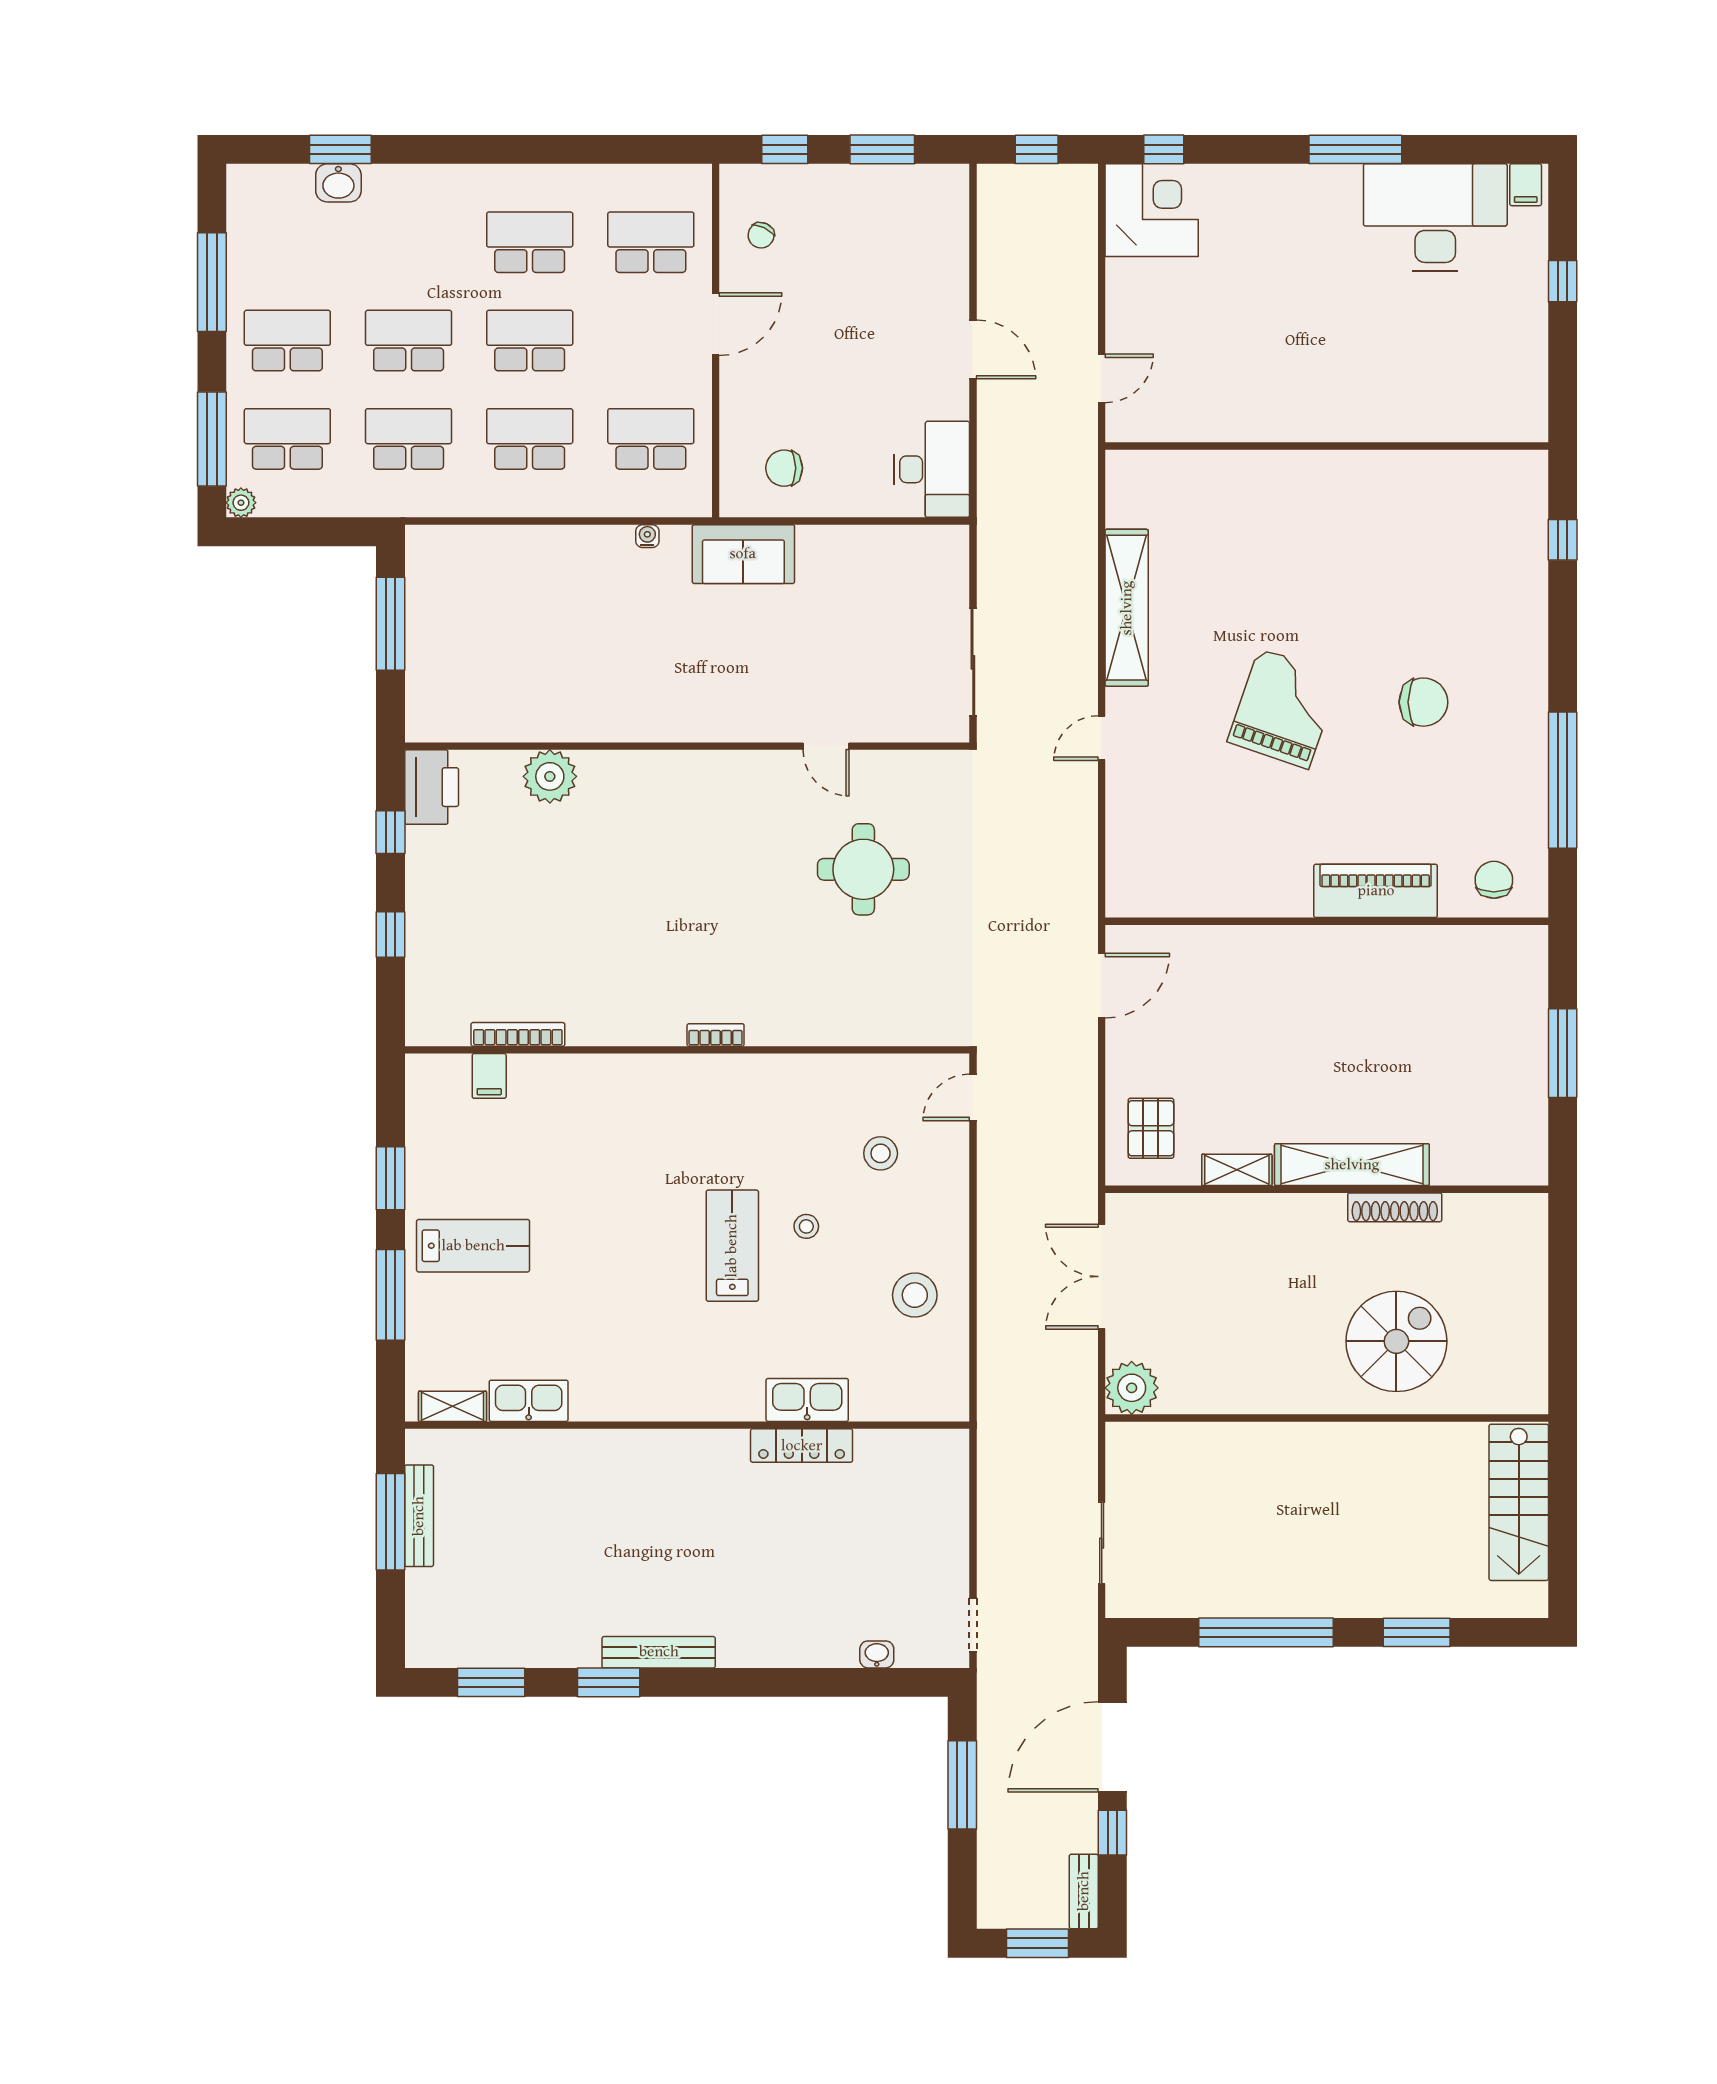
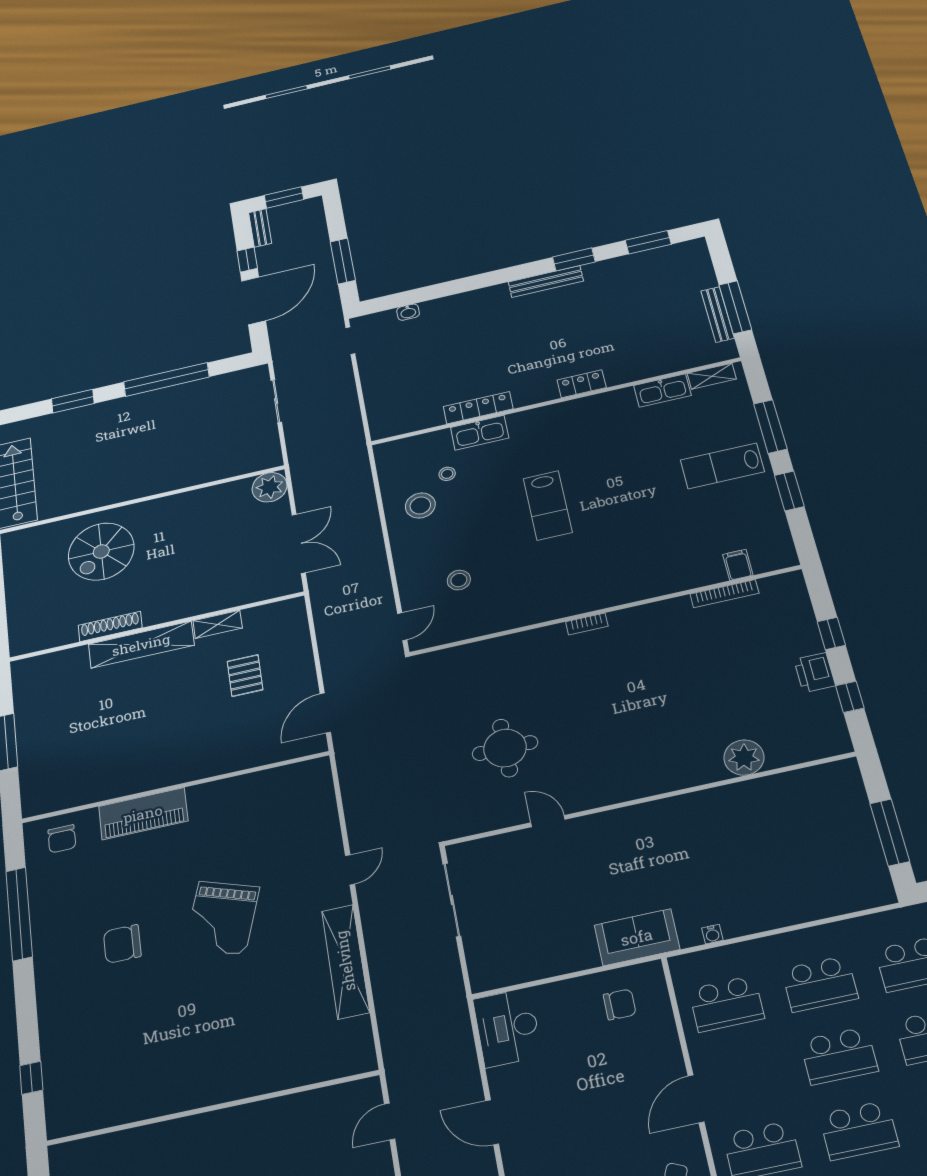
printer: (432, 787) -> (815, 673), moved, width x0.73, depth x0.84
pallet: (1151, 1128) -> (245, 676), moved
stool: (806, 1226) -> (447, 474), moved
locker: (643, 1446) -> (582, 384), added

